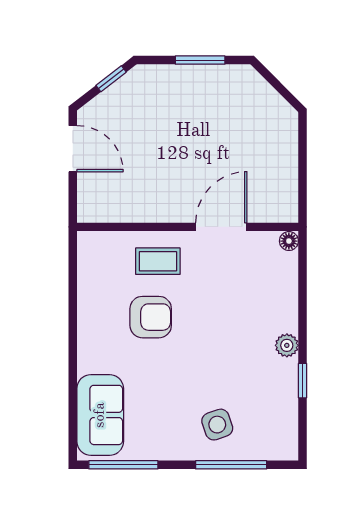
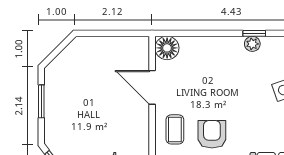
floor lamp: (289, 241) -> (167, 48), width x1.89, depth x1.89
plant: (287, 345) -> (252, 44), moved

